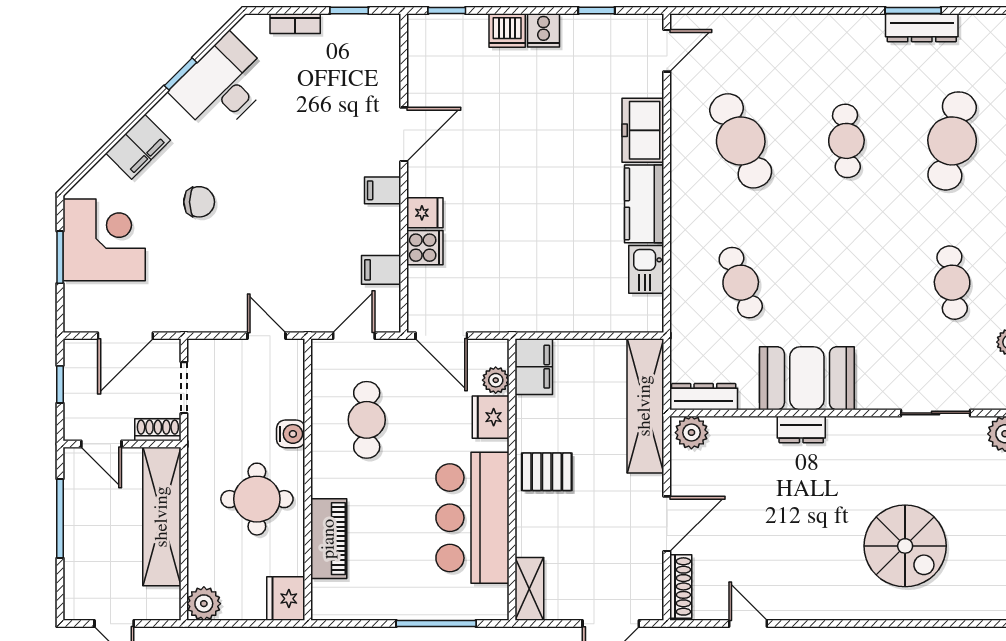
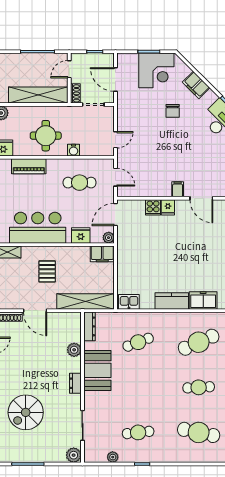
kitchen sink: (646, 269) -> (129, 302), moved
filing cabinet: (381, 270) -> (144, 189), removed
plant: (496, 380) -> (109, 238), moved
dresser: (801, 430) -> (75, 383), moved
plant: (691, 433) -> (74, 350), moved
pallet: (547, 472) -> (47, 271), moved

